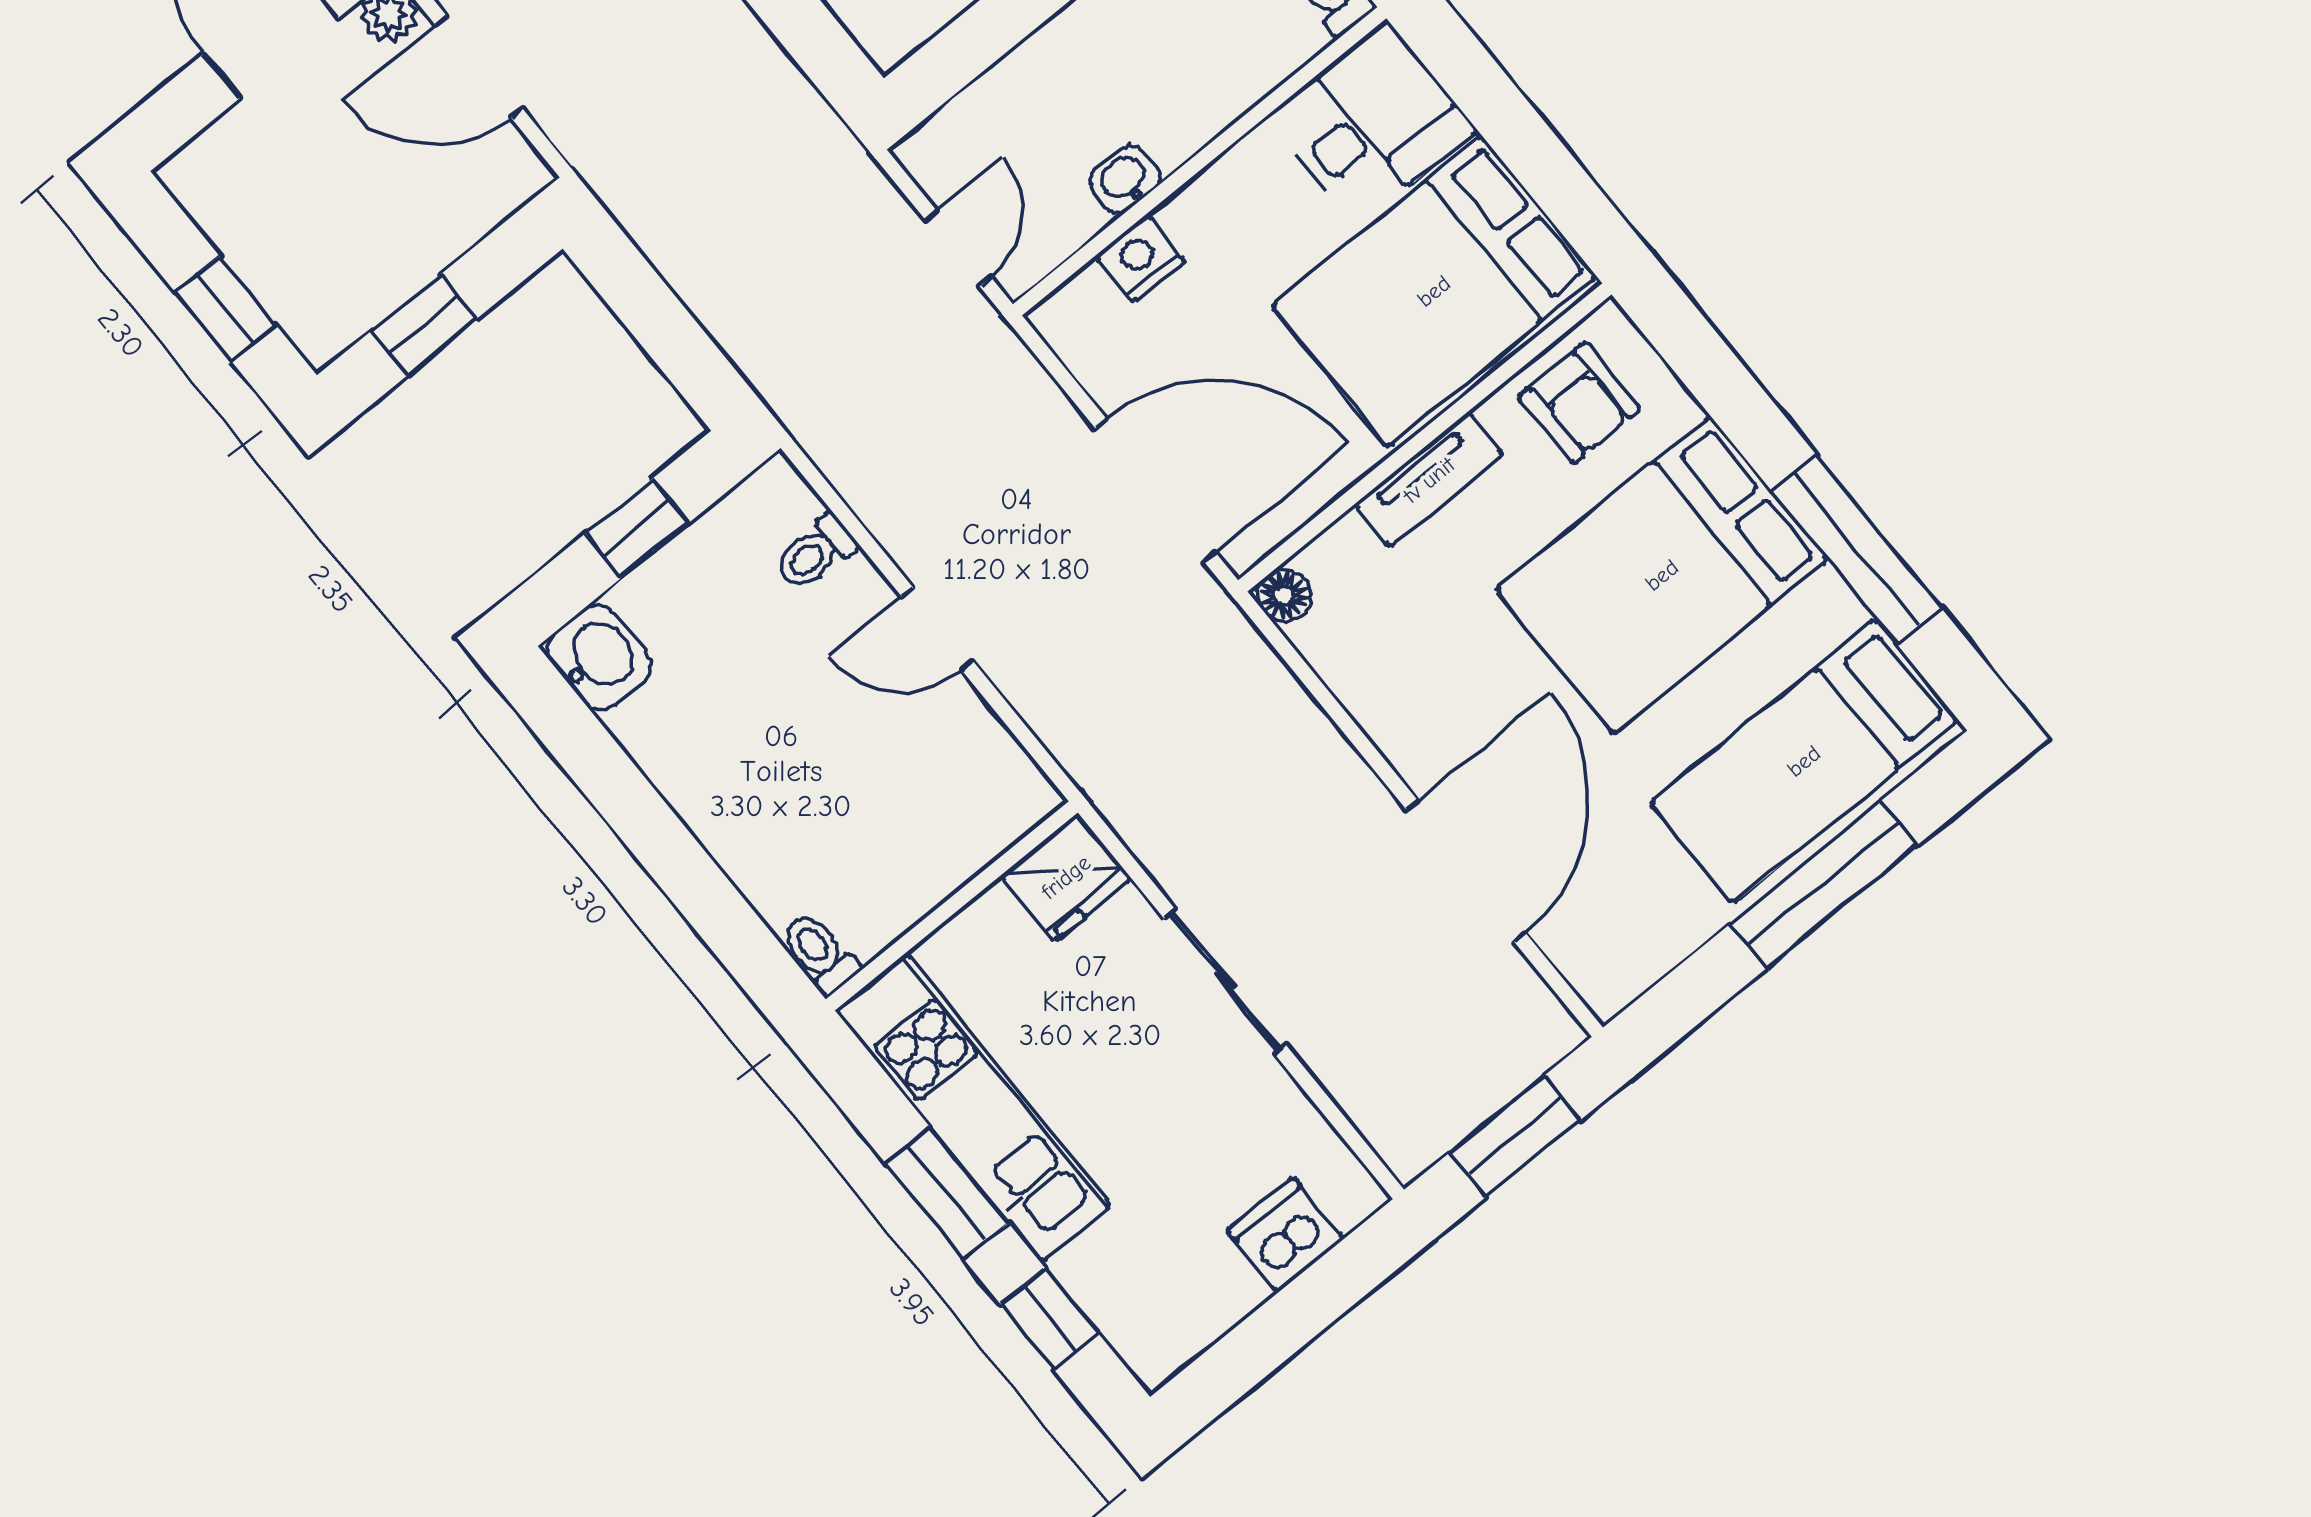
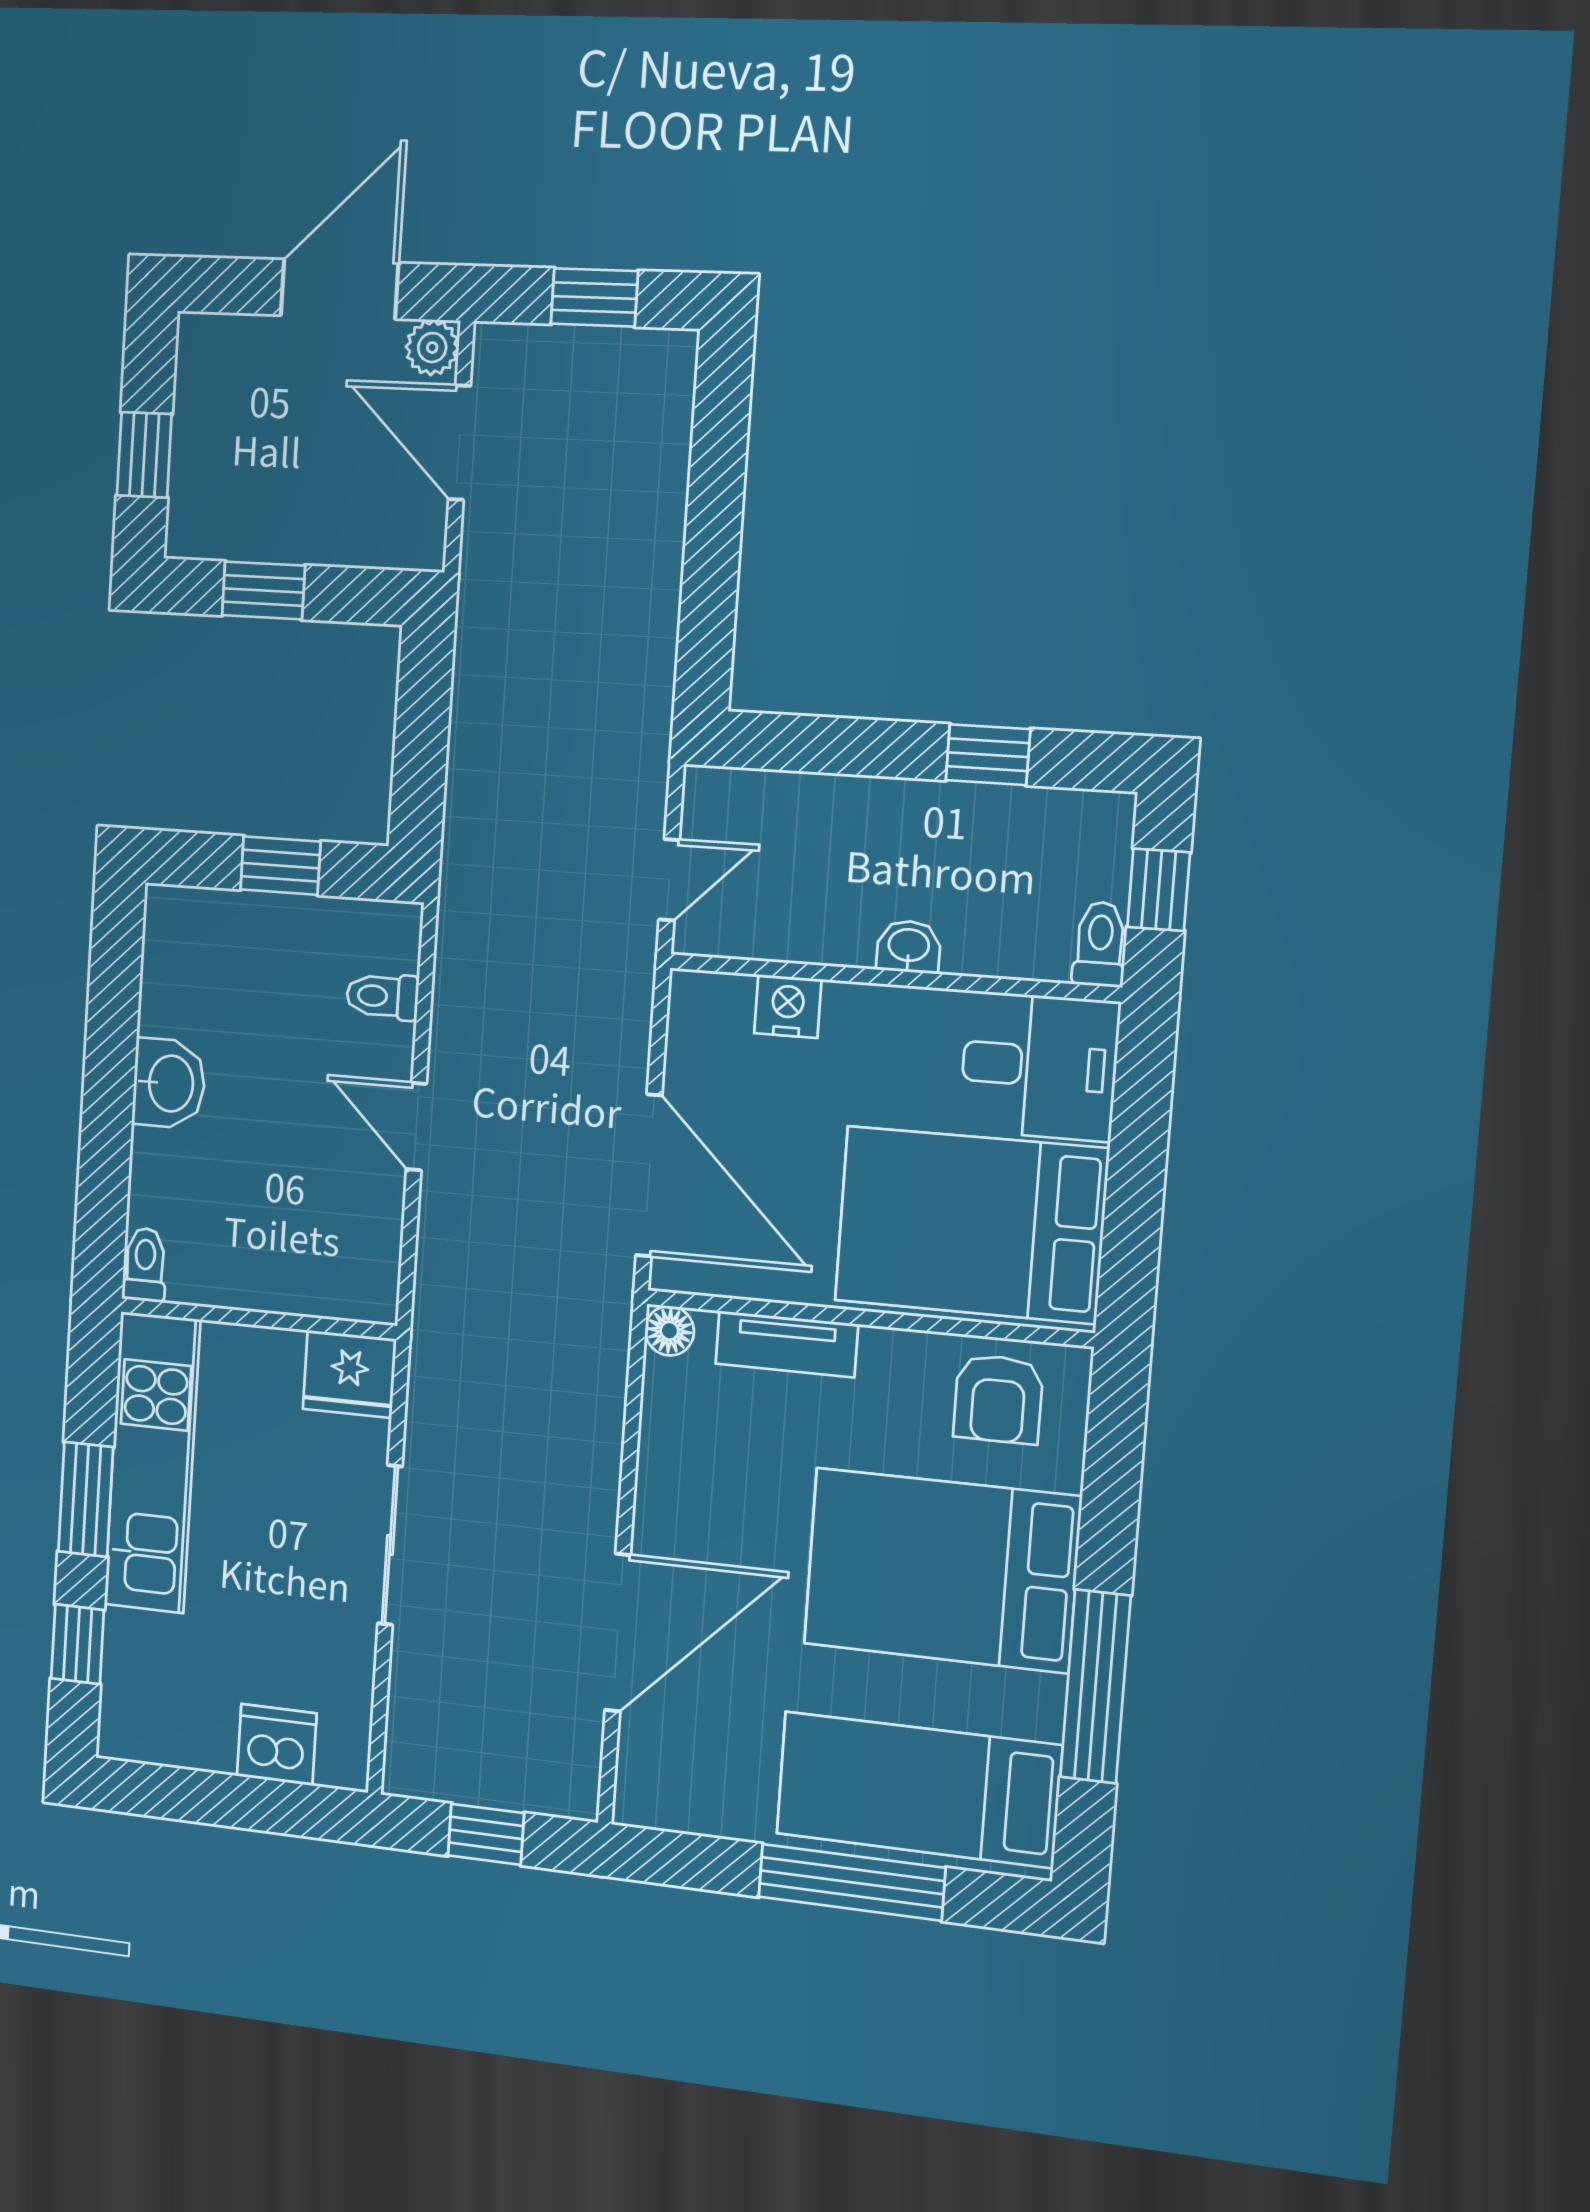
washbasin: (1125, 179) -> (909, 947), moved
tv unit: (1429, 480) -> (787, 1344), moved
washbasin: (599, 657) -> (169, 1083), moved
window: (1515, 1136) -> (486, 1834), width x0.67

